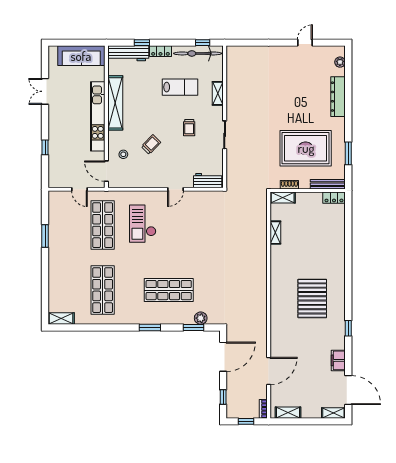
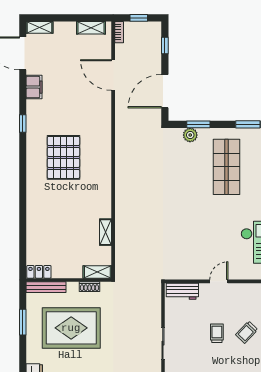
trolley: (189, 128) -> (217, 333), moved
shop shelf: (169, 290) -> (227, 167), turned 90
door: (269, 371) -> (113, 75), hinge flipped

